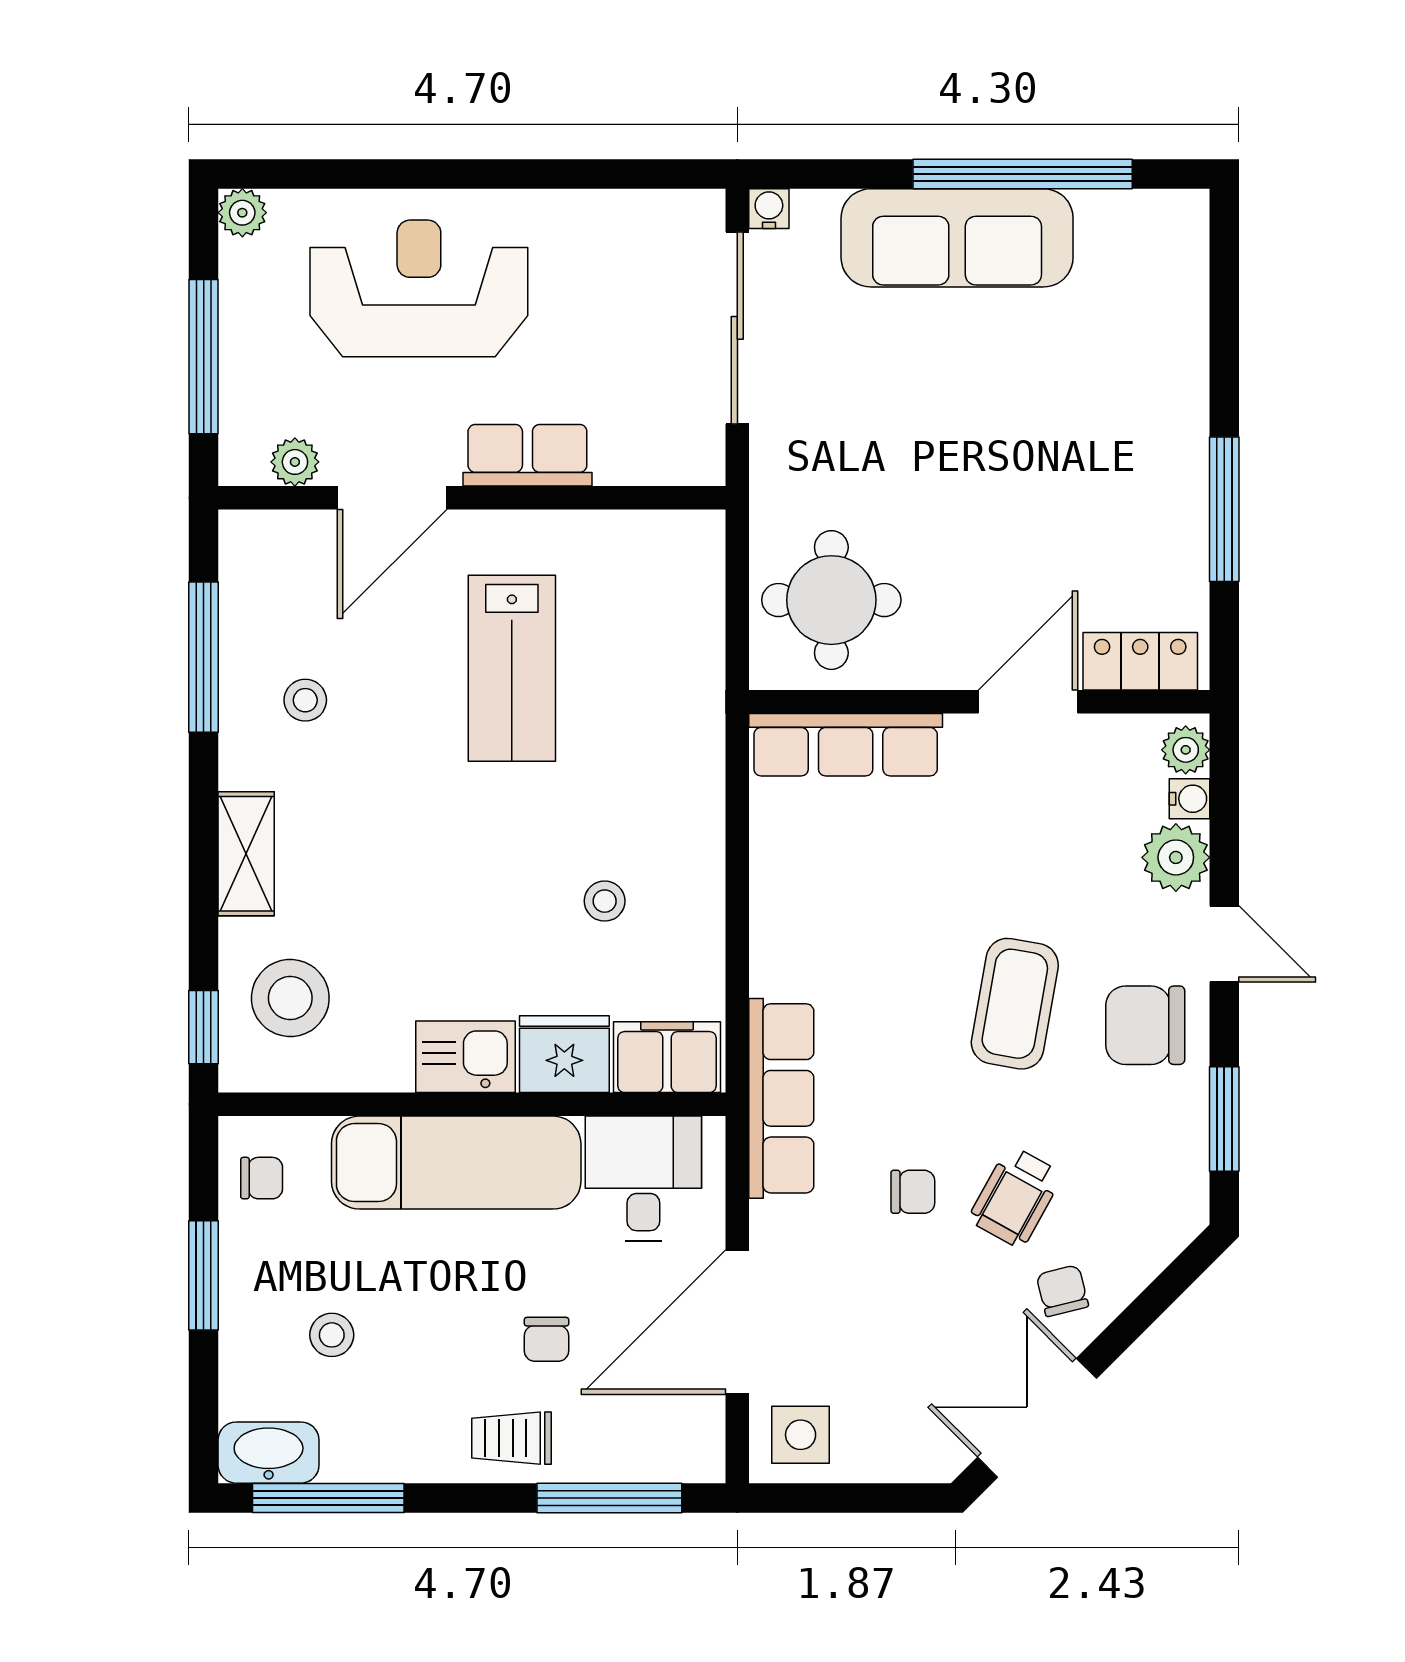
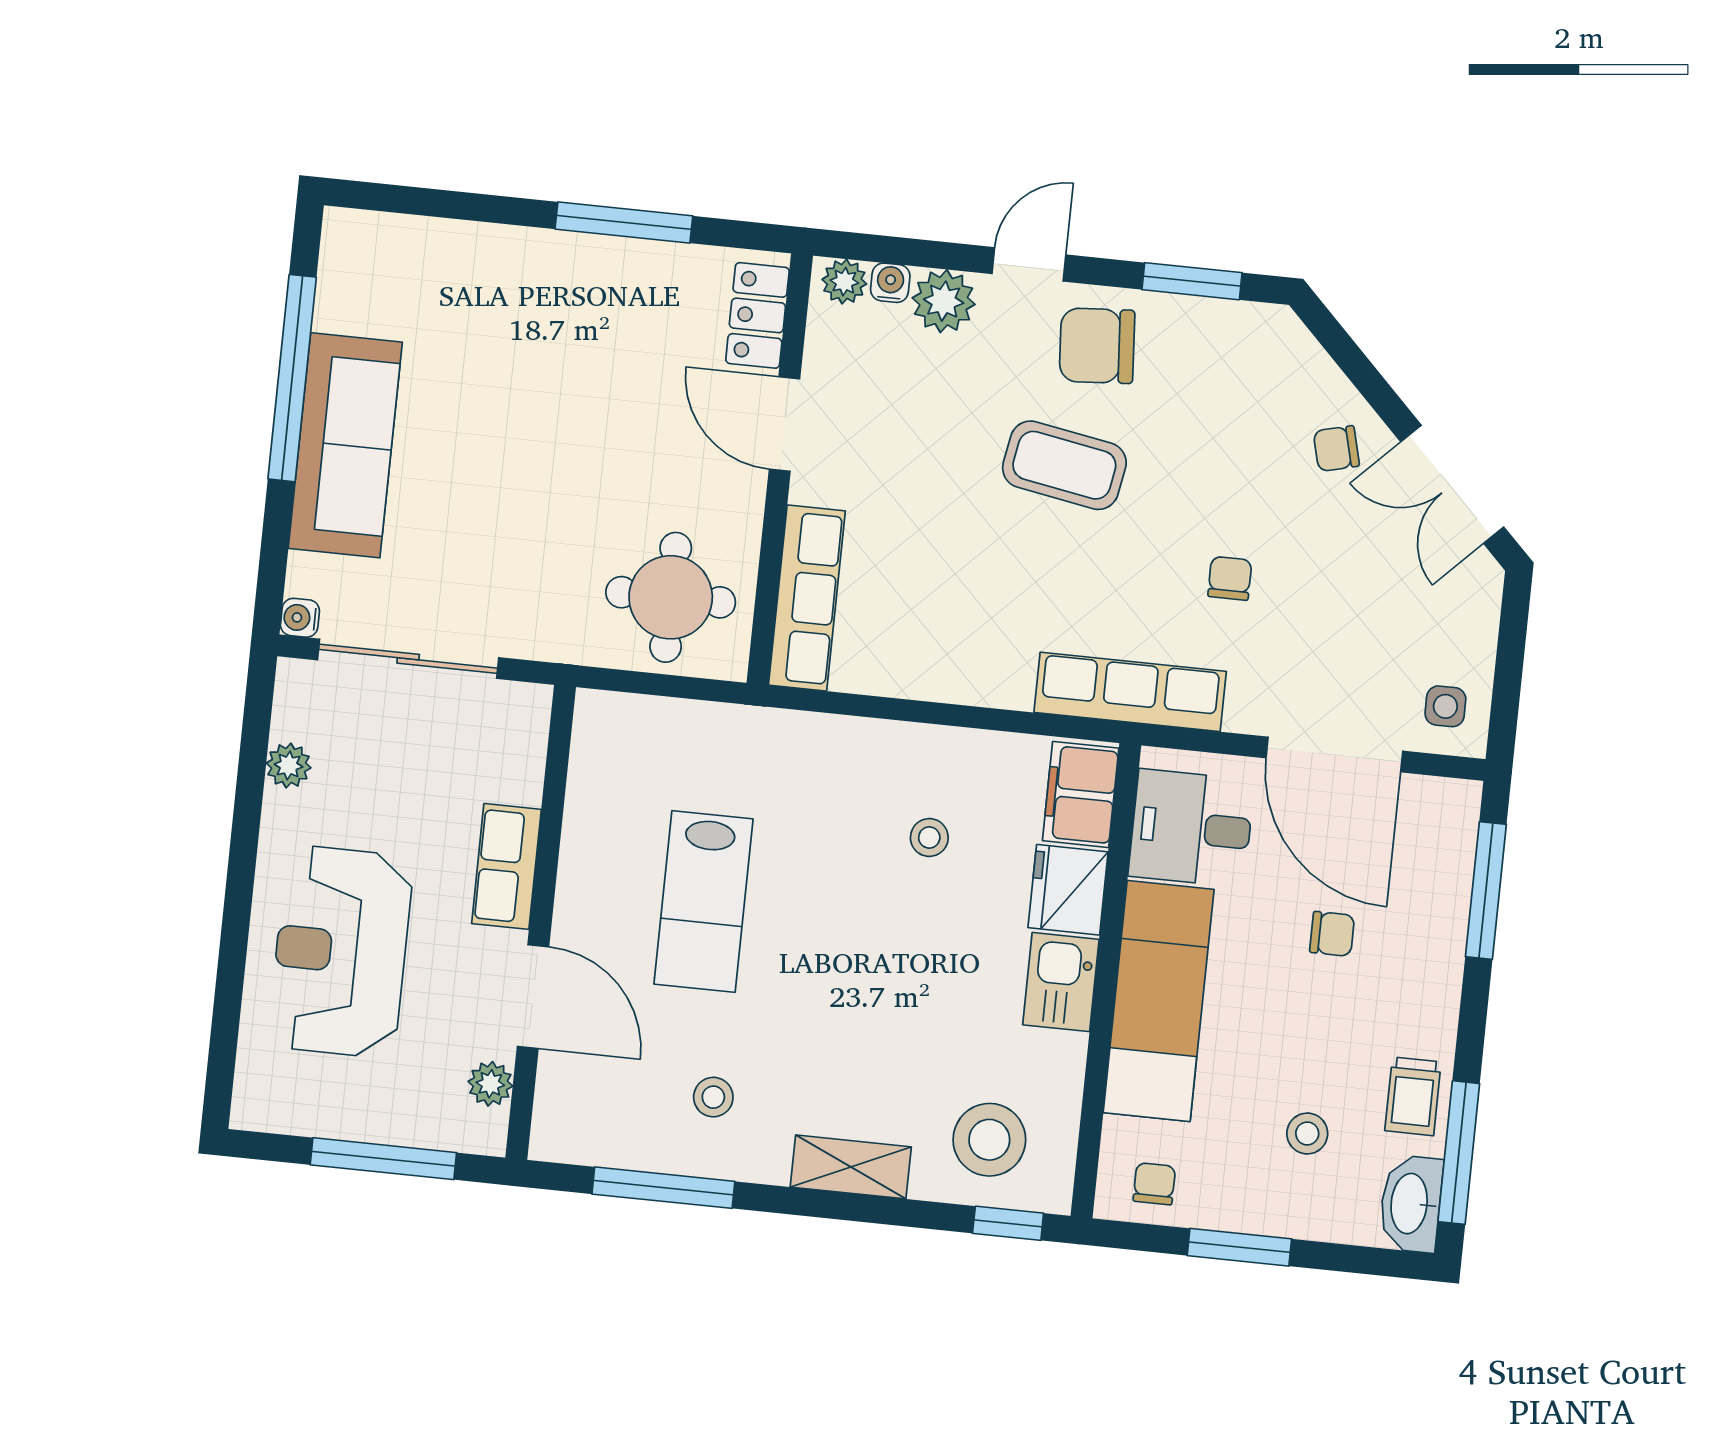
plant: (242, 213) -> (289, 765), moved
lab bench: (512, 668) -> (703, 902), turned 90
chair: (1145, 1025) -> (1097, 346), turned 86
wheelchair: (1016, 1197) -> (1245, 483), removed
side table: (801, 1435) -> (1445, 706), width x0.73, depth x0.73
trolley: (511, 1438) -> (1413, 1096), moved

